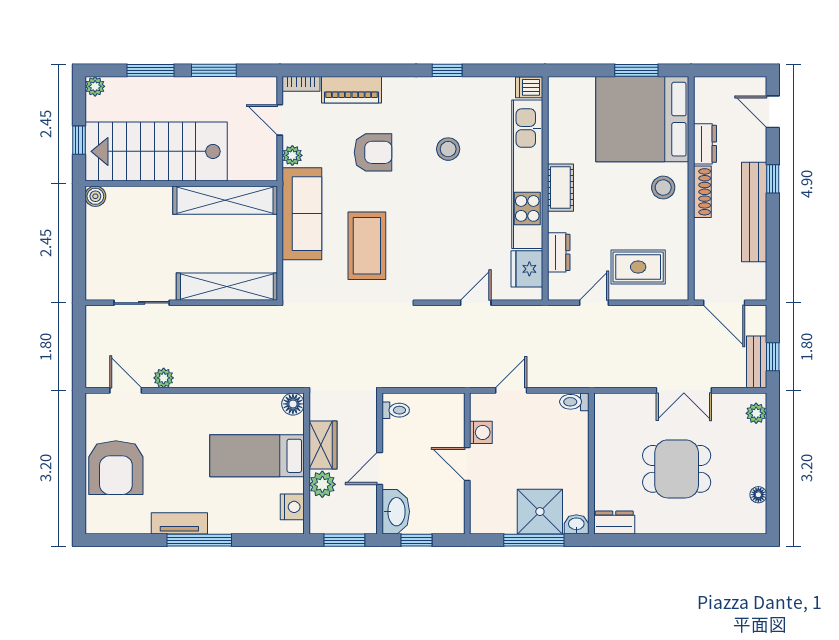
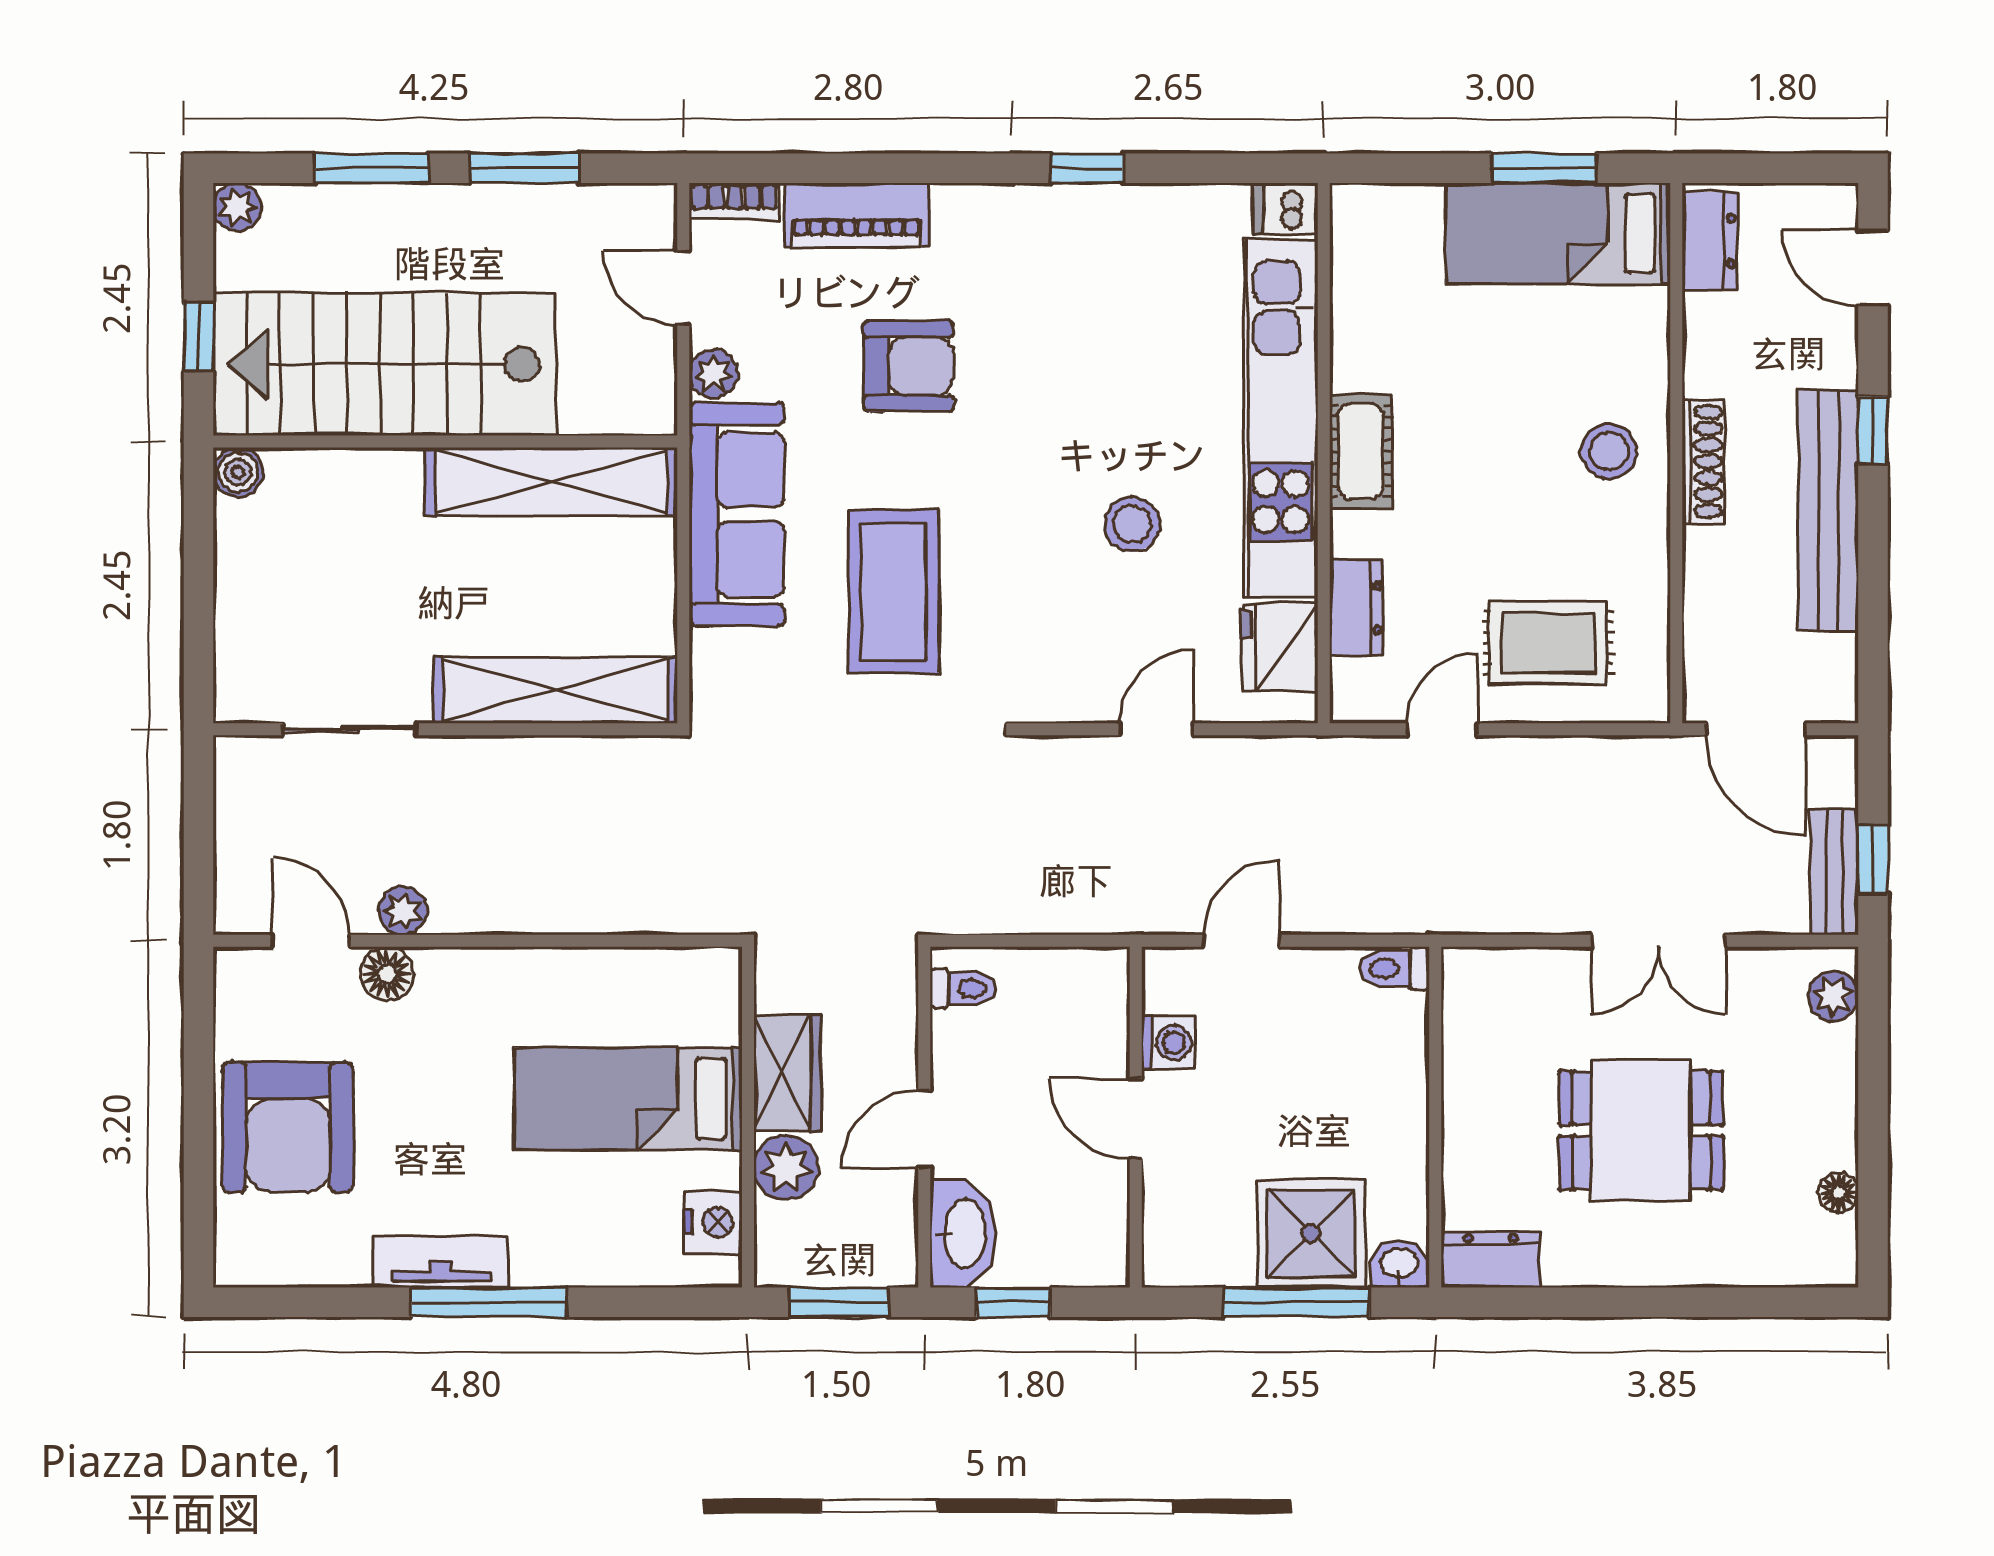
bed: (642, 119) -> (1558, 233), width x0.49
dresser: (705, 144) -> (1710, 241), moved
stool: (448, 149) -> (1132, 524), moved
floor lamp: (293, 404) -> (387, 974), moved

